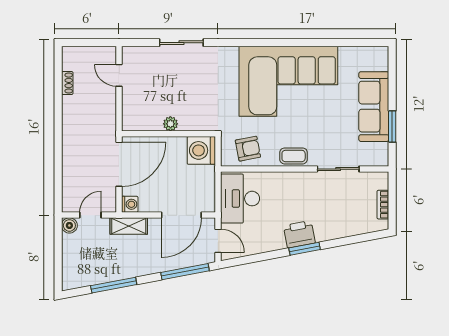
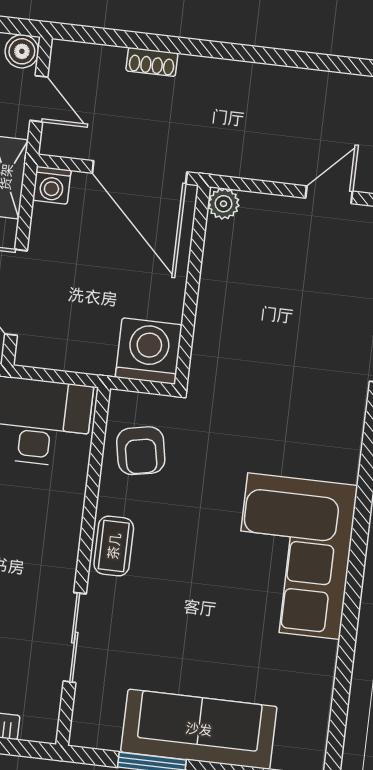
corner sofa: (288, 81) -> (294, 556), width x0.73, depth x0.74
shoe rack: (67, 83) -> (152, 62), moved
plant: (170, 124) -> (224, 204), moved

